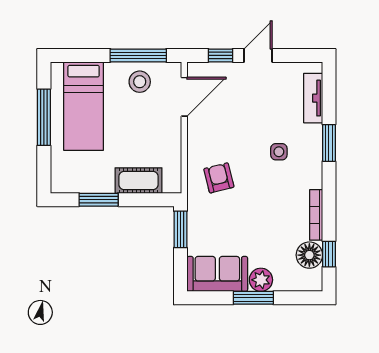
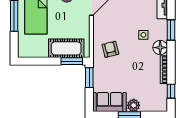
cot: (138, 181) -> (66, 48), width x1.37, depth x1.34
window: (99, 200) -> (72, 61), moved
floor lamp: (309, 255) -> (160, 48), moved

